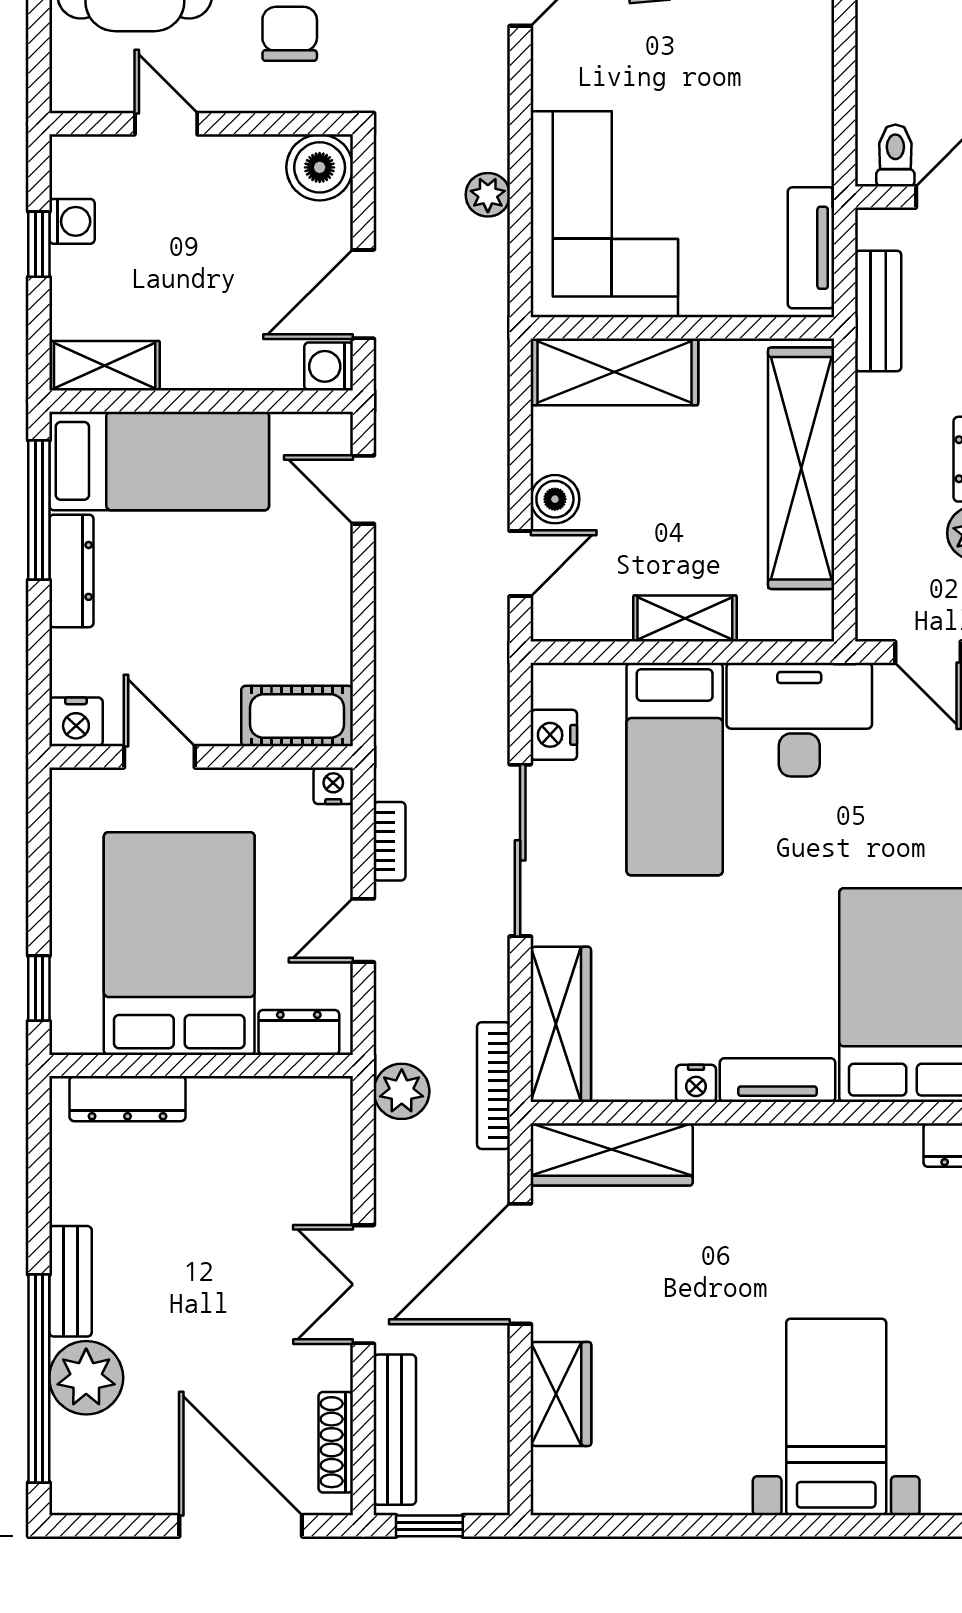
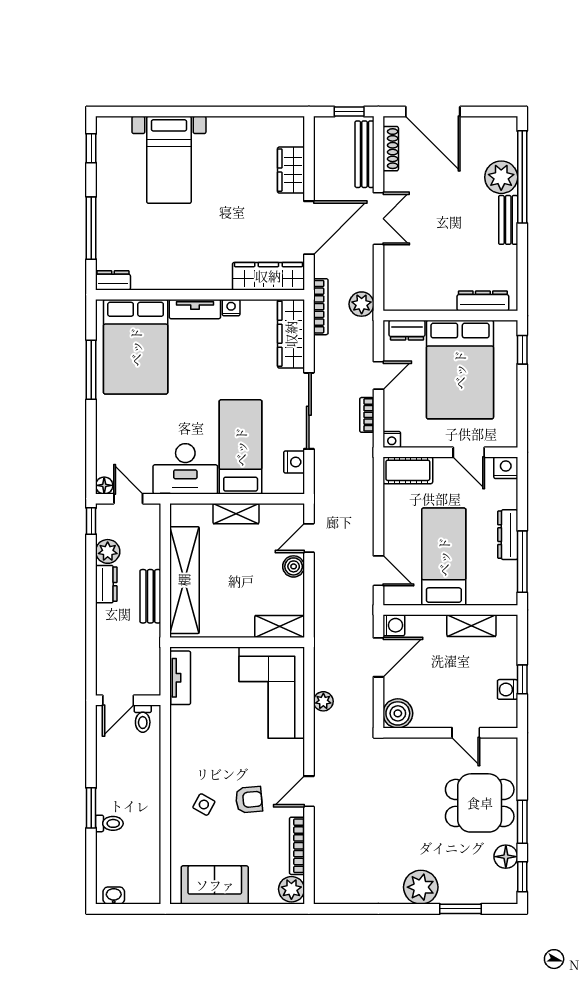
chair: (290, 34) -> (411, 773), removed
bench: (878, 311) -> (150, 596), moved
shelving: (105, 366) -> (471, 626), moved
shelving: (614, 372) -> (280, 627), width x0.67, depth x0.75
bed: (159, 461) -> (444, 557), moved, turned 90

